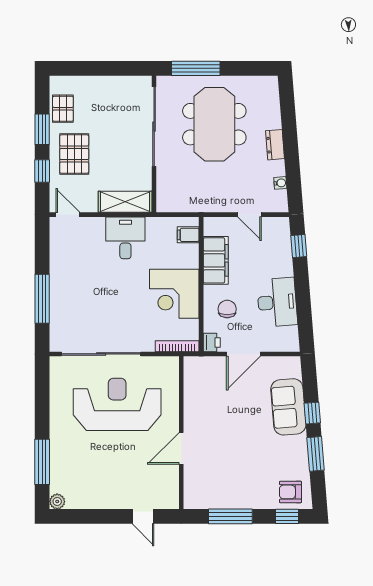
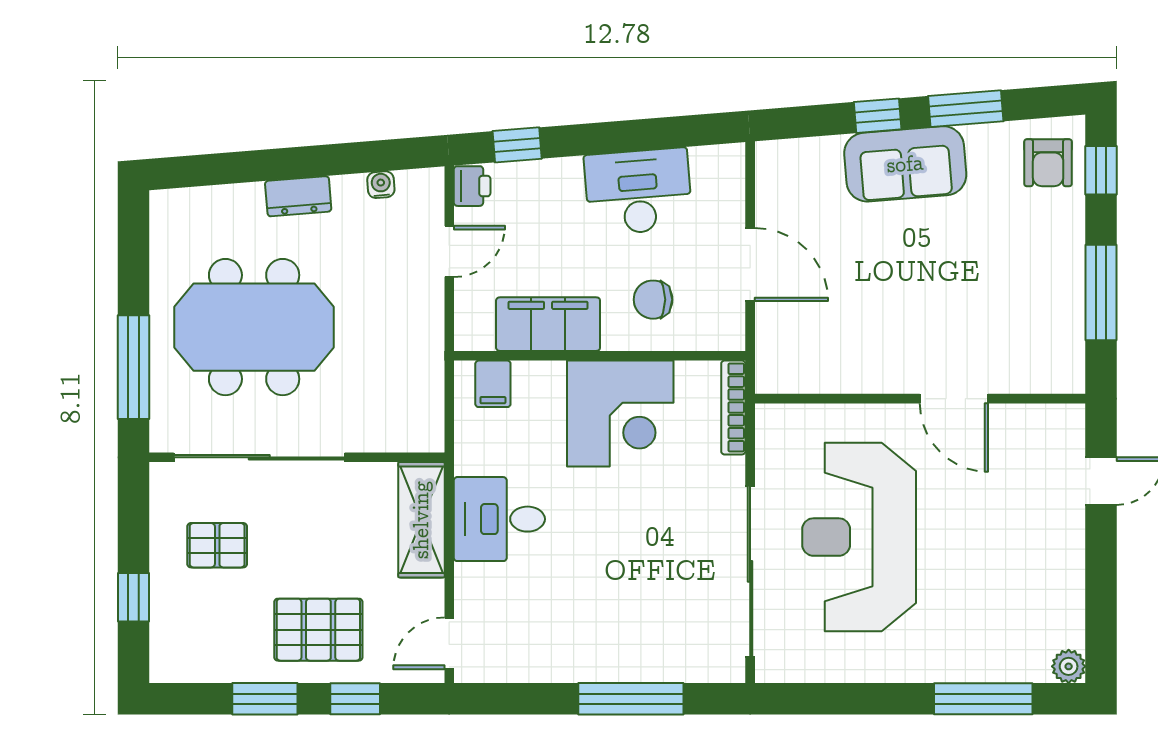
window: (89, 68) -> (134, 597), added
pallet: (63, 109) -> (217, 545), moved
printer: (212, 343) -> (472, 186), moved, turned 90
sofa: (288, 407) -> (905, 164), moved

